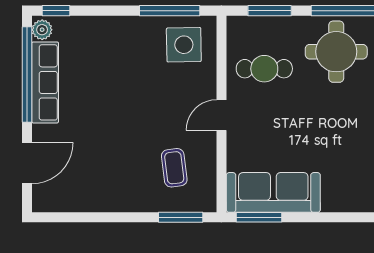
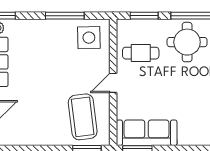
window: (170, 11) -> (65, 16), moved
coffee table: (174, 168) -> (83, 117), width x1.86, depth x1.72

